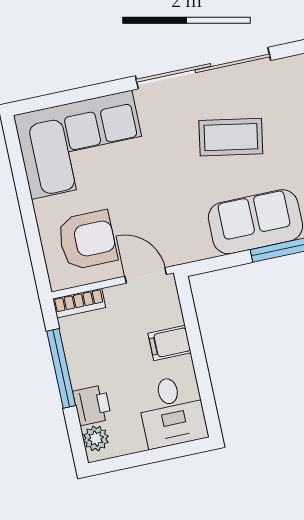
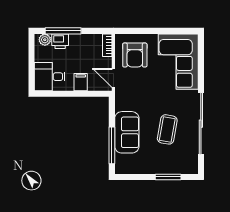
door: (146, 275) -> (113, 78), swing flipped
window: (61, 368) -> (63, 31), moved

